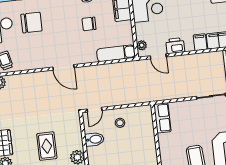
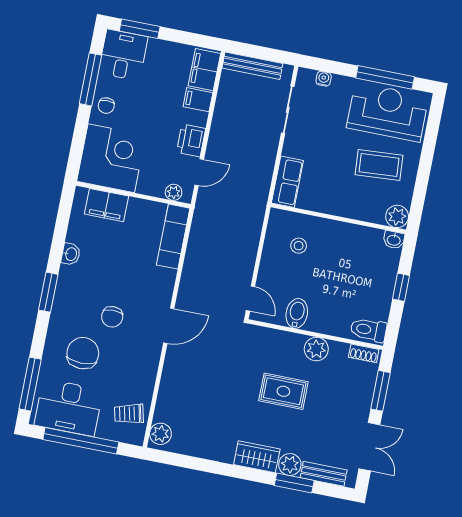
chair: (89, 24) -> (112, 317), moved
row of seats: (162, 118) -> (287, 182), moved, turned 90
stool: (120, 123) -> (299, 246), moved

